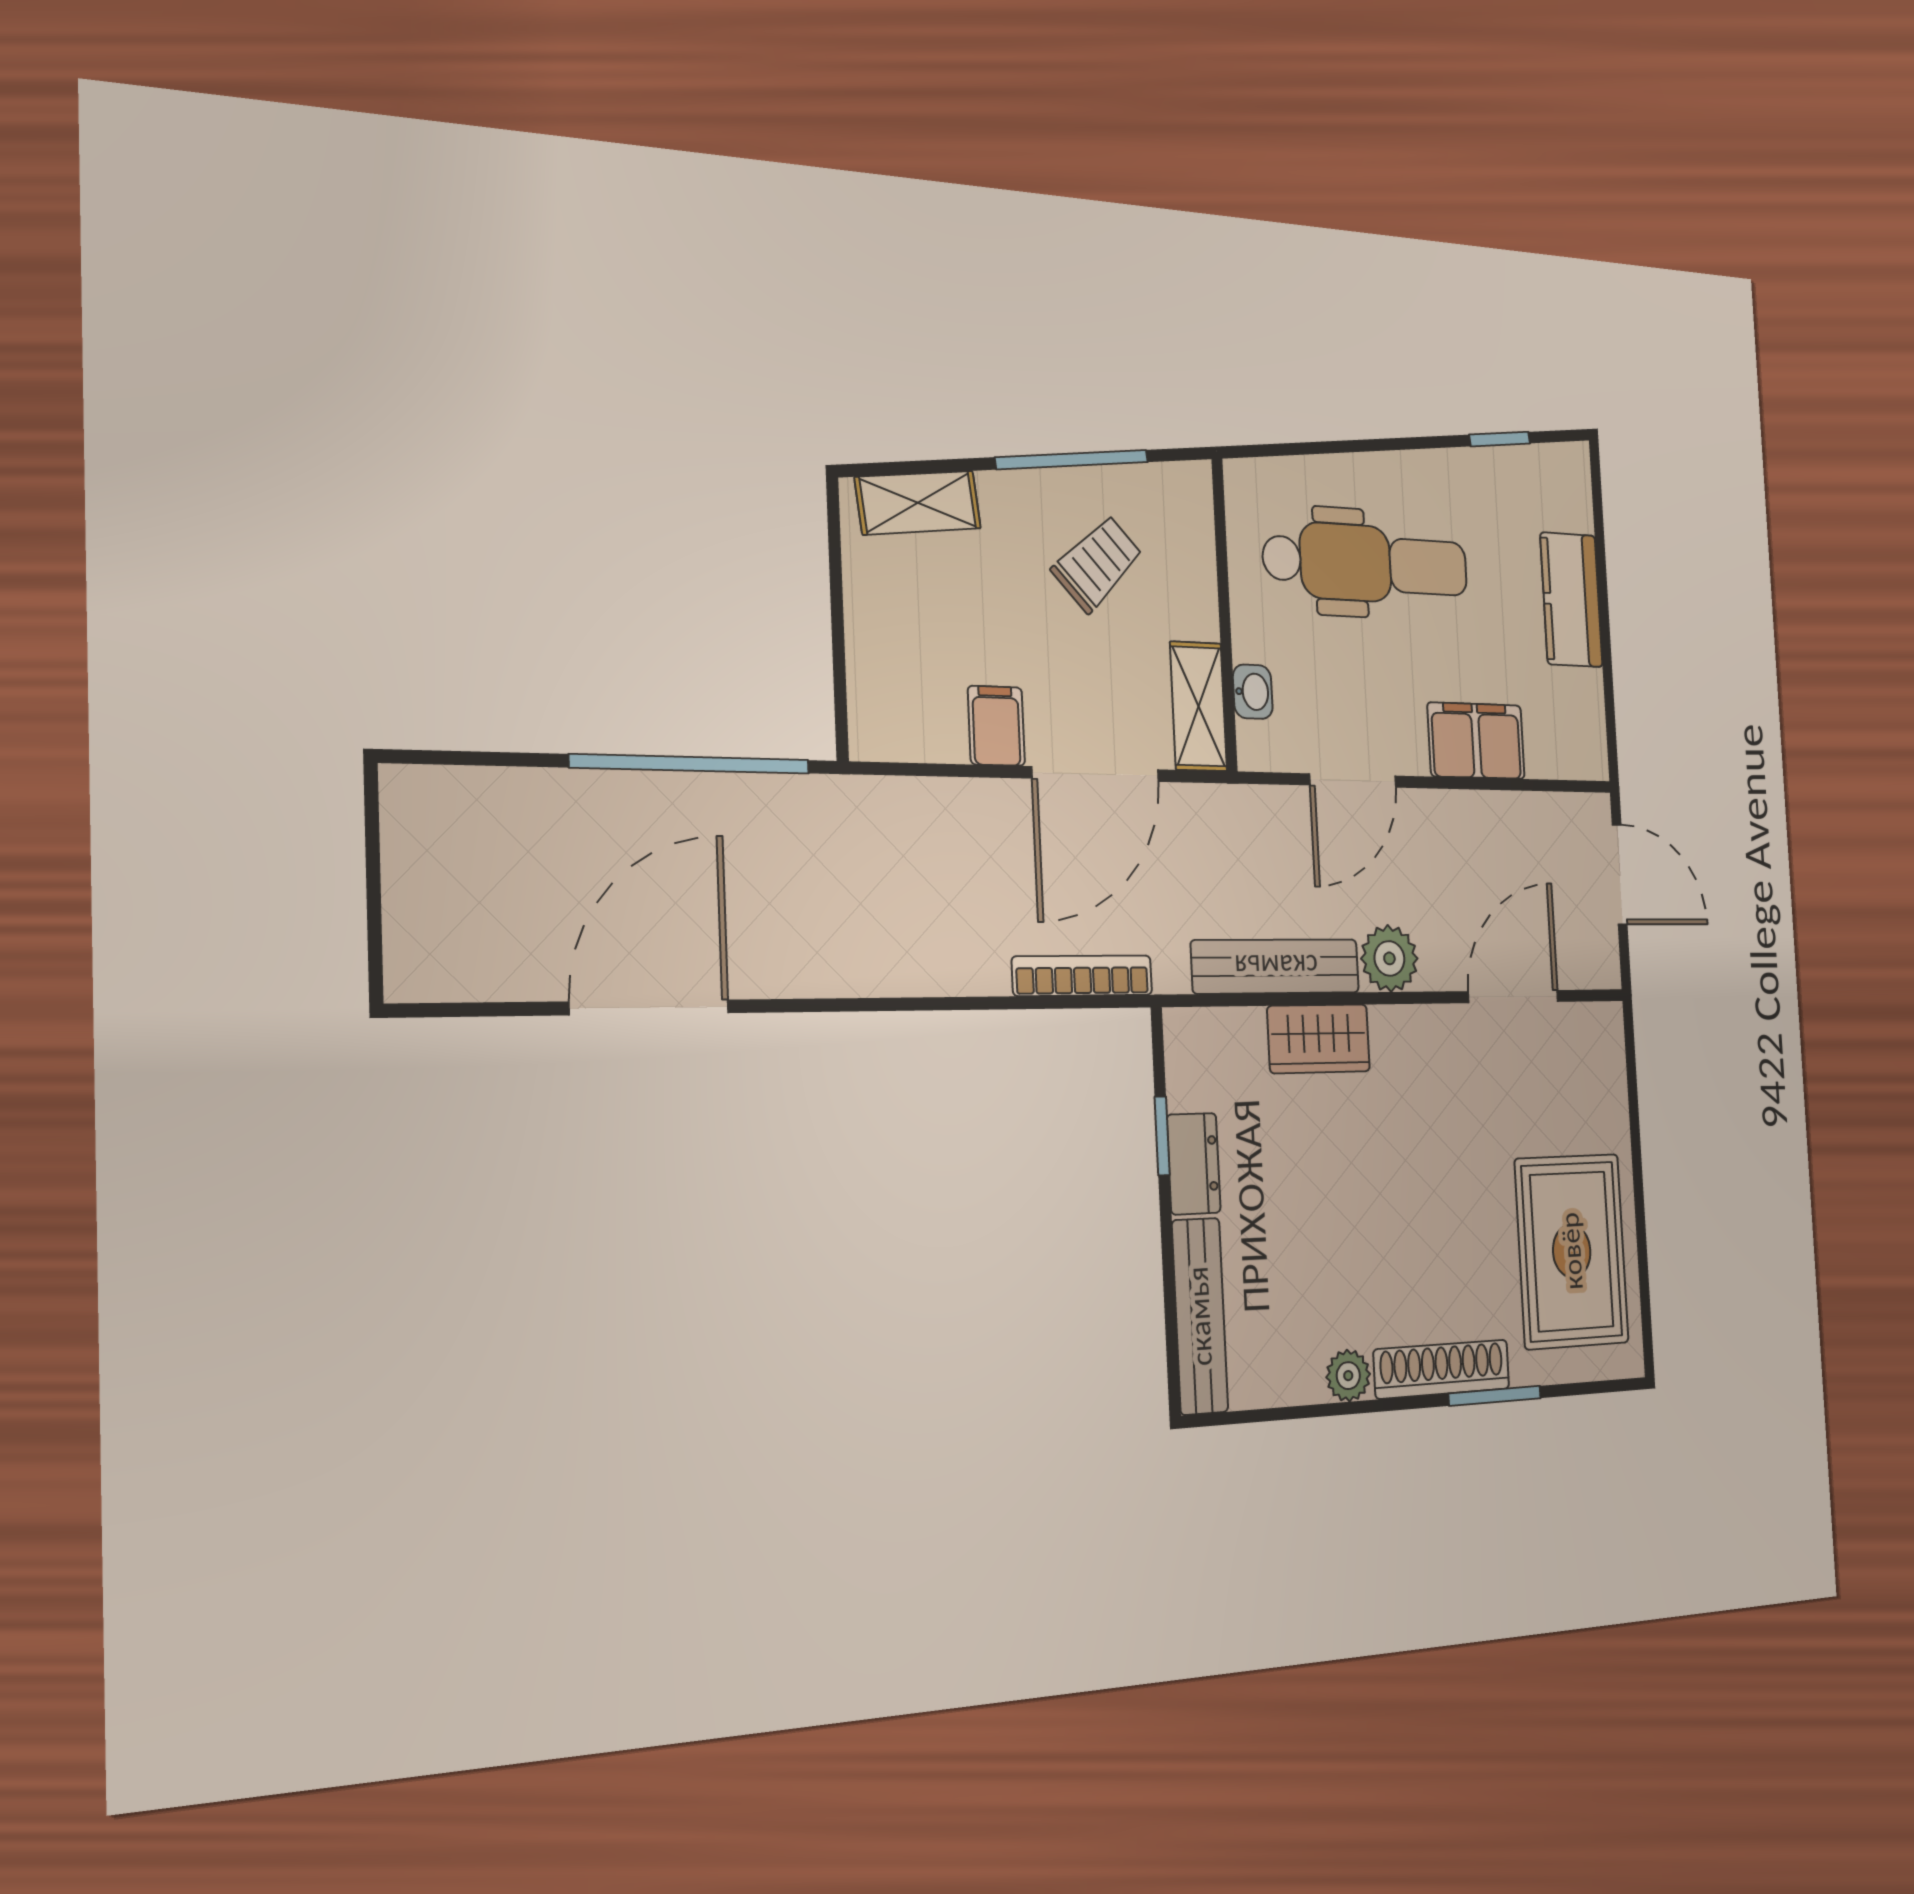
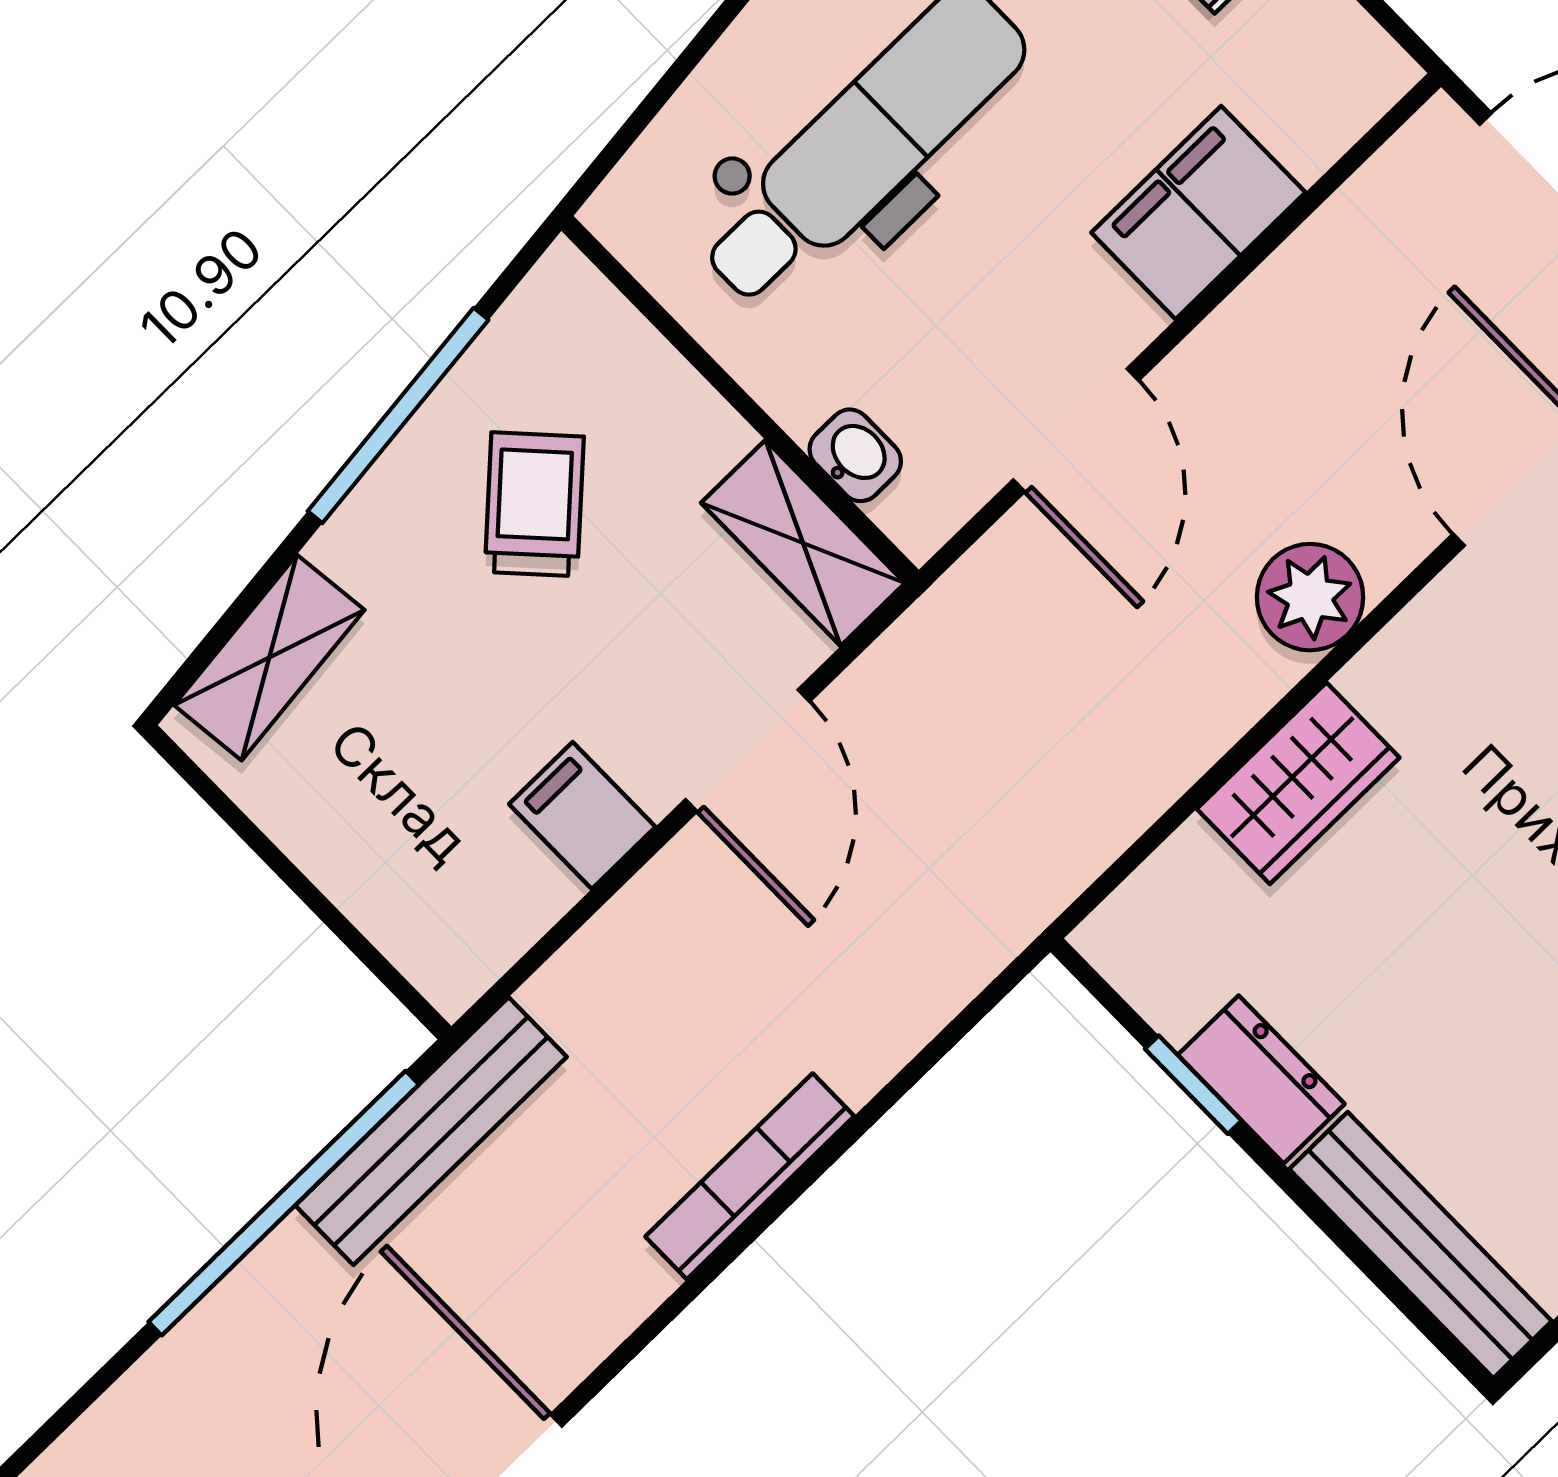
door: (1096, 774) -> (747, 751), width x0.73
bench: (1276, 966) -> (431, 1131), moved
bookcase: (1082, 976) -> (750, 1176), moved

